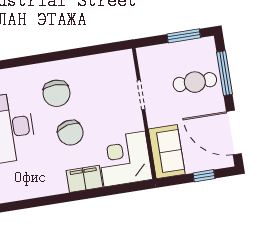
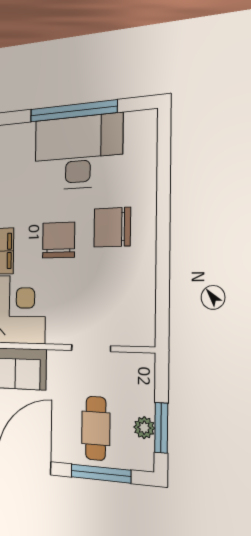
plant: (186, 48) -> (144, 428), added
chair: (70, 133) -> (59, 240), turned 103

